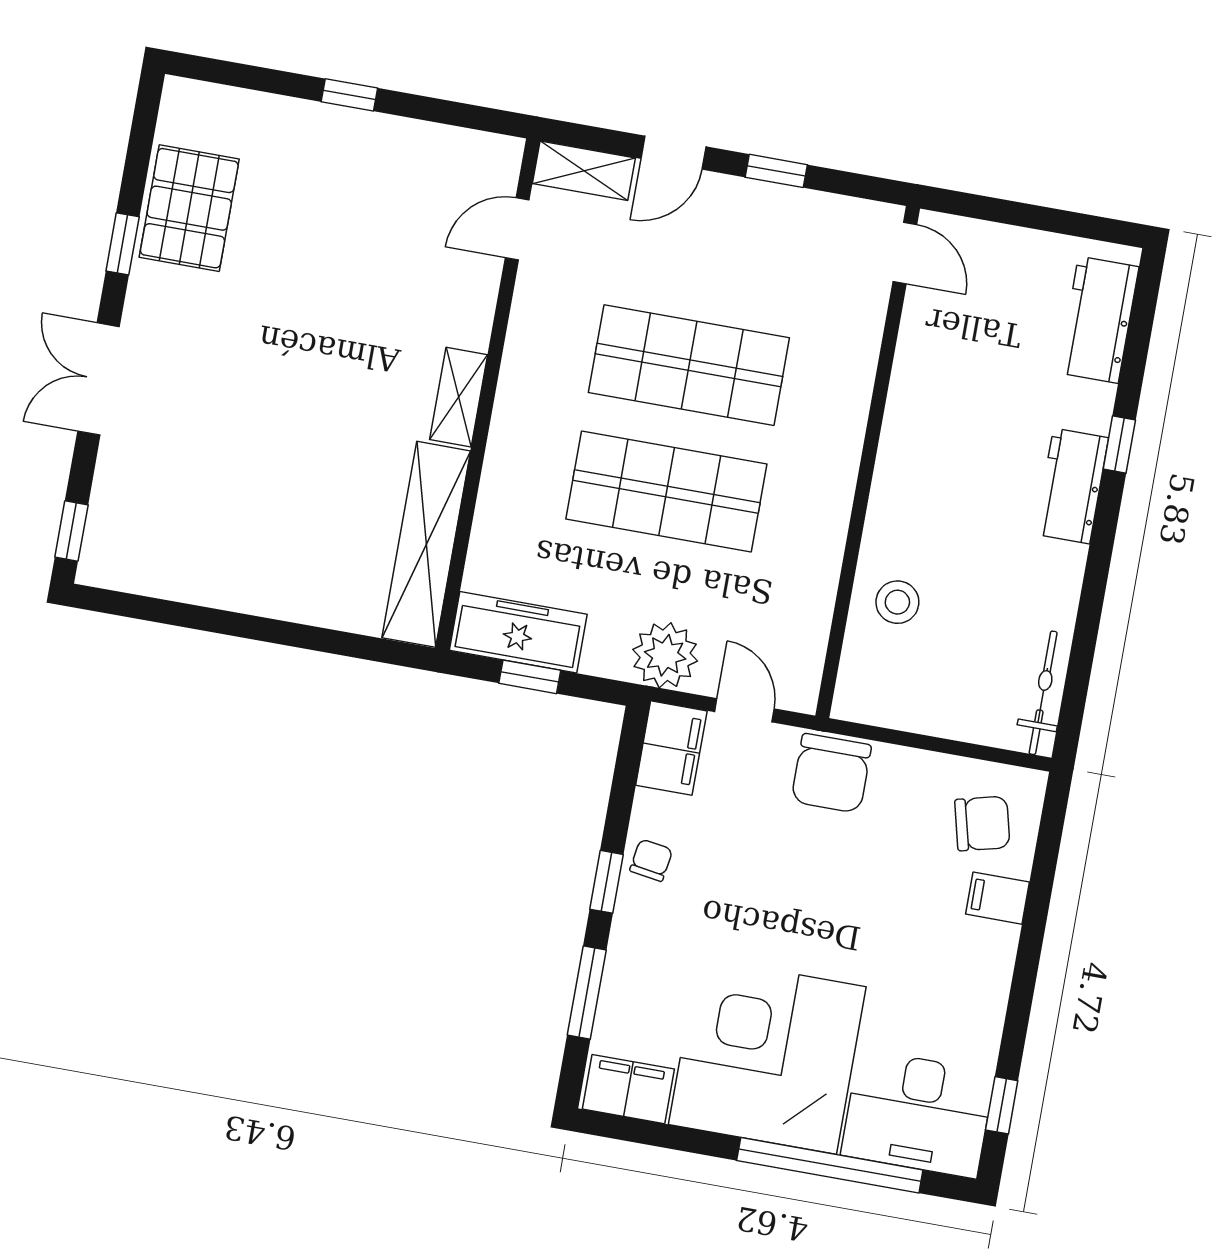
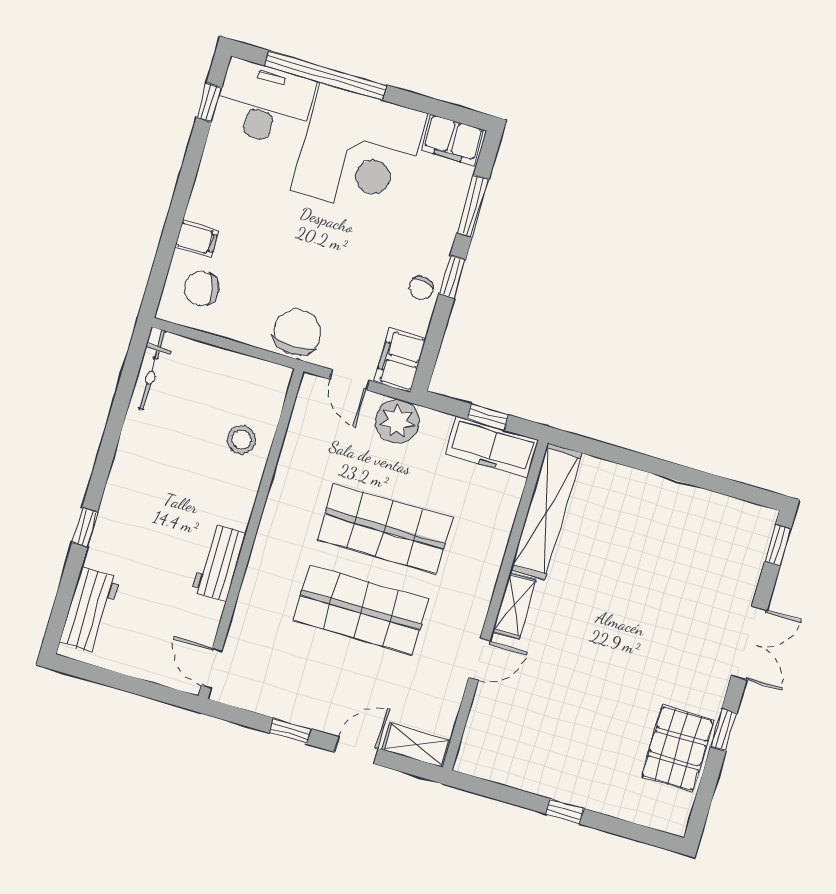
door: (517, 229) -> (479, 659), moved
workbench: (1072, 486) -> (218, 563), moved, turned 180

